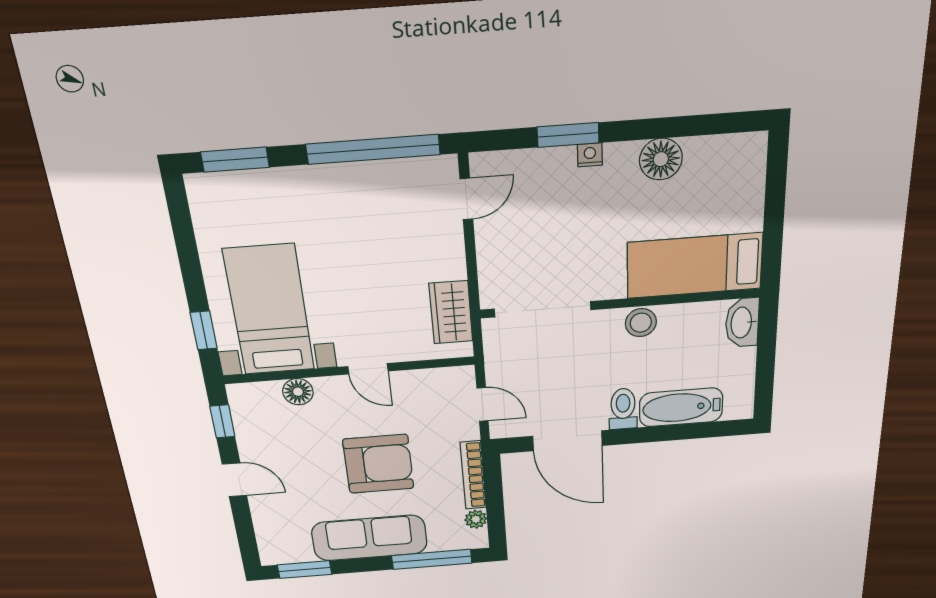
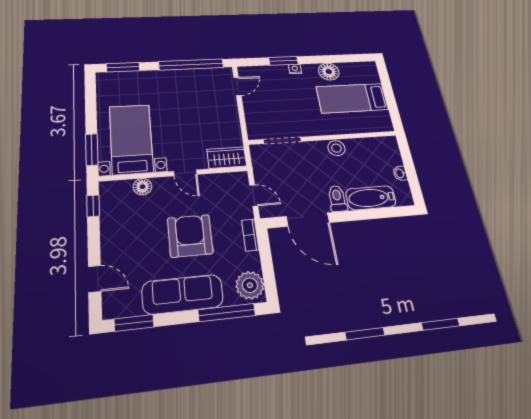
bed: (695, 266) -> (352, 98), moved
doorway: (543, 309) -> (282, 140), width x0.73
wardrobe: (451, 312) -> (227, 158), moved, turned 90
washbasin: (742, 323) -> (400, 173), moved, width x0.52, depth x0.69
window: (204, 330) -> (92, 150), width x1.50
armchair: (378, 464) -> (190, 236), turned -90
bookcase: (473, 475) -> (250, 235), width x0.64
door: (234, 480) -> (95, 279), moved
plant: (476, 519) -> (250, 285), width x1.88, depth x1.88

